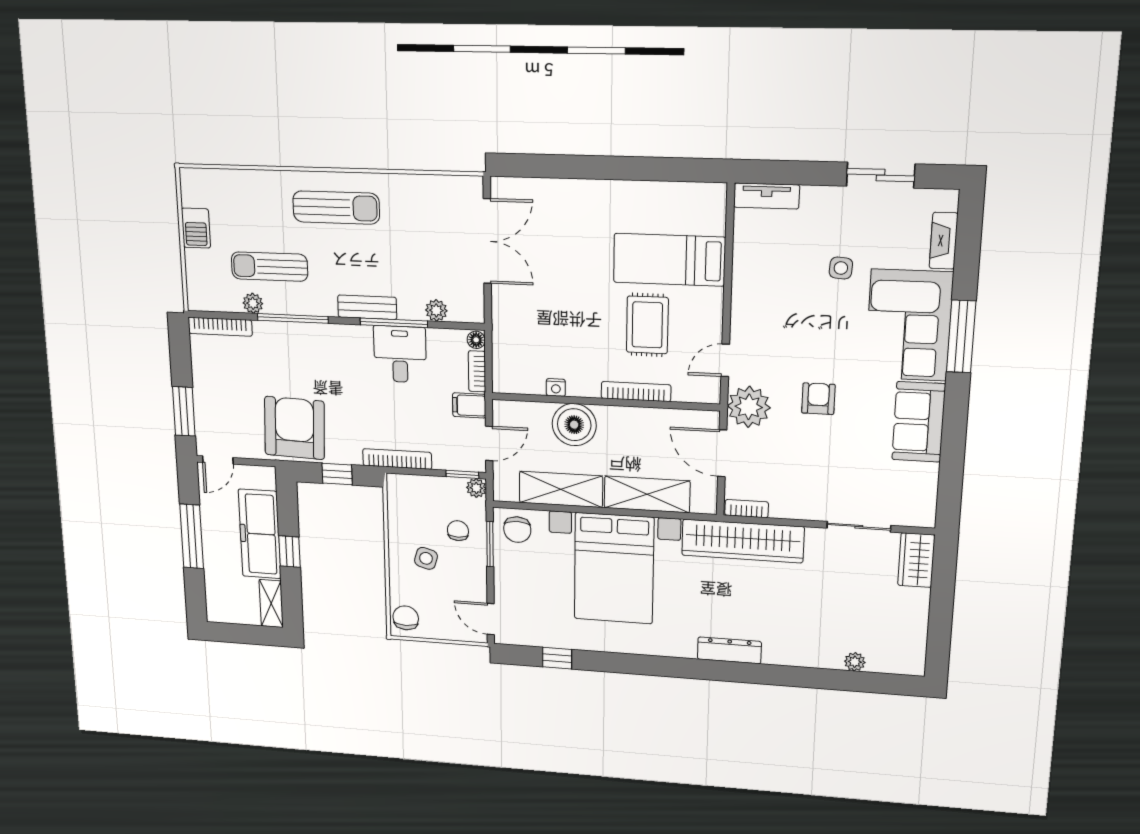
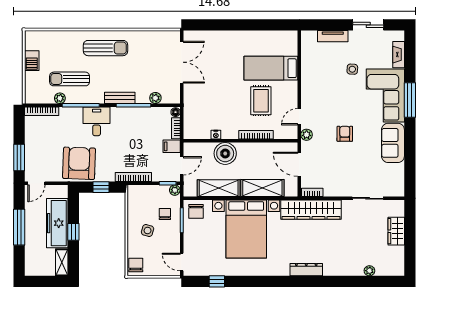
tv unit: (767, 196) -> (333, 36), moved
desk: (400, 354) -> (97, 121), moved
plant: (749, 407) -> (307, 135), width x0.53, depth x0.53
wardrobe: (916, 560) -> (396, 231), moved

